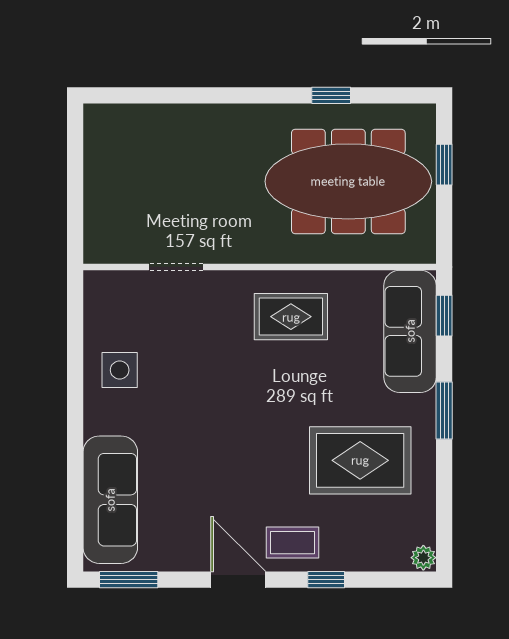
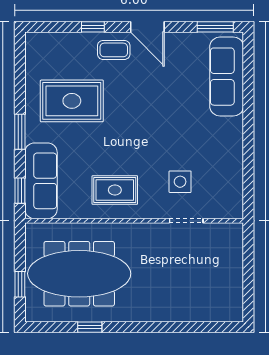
side table: (120, 370) -> (180, 182), moved
plant: (423, 558) -> (33, 41), removed

